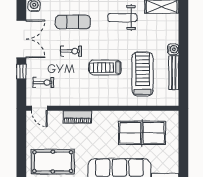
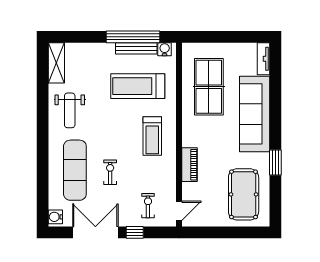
exercise mat: (73, 22) -> (75, 170), width x1.36, depth x1.45
water cooler: (173, 49) -> (165, 49), moved
treadmill: (105, 68) -> (152, 136), moved
window: (183, 70) -> (133, 37), added

